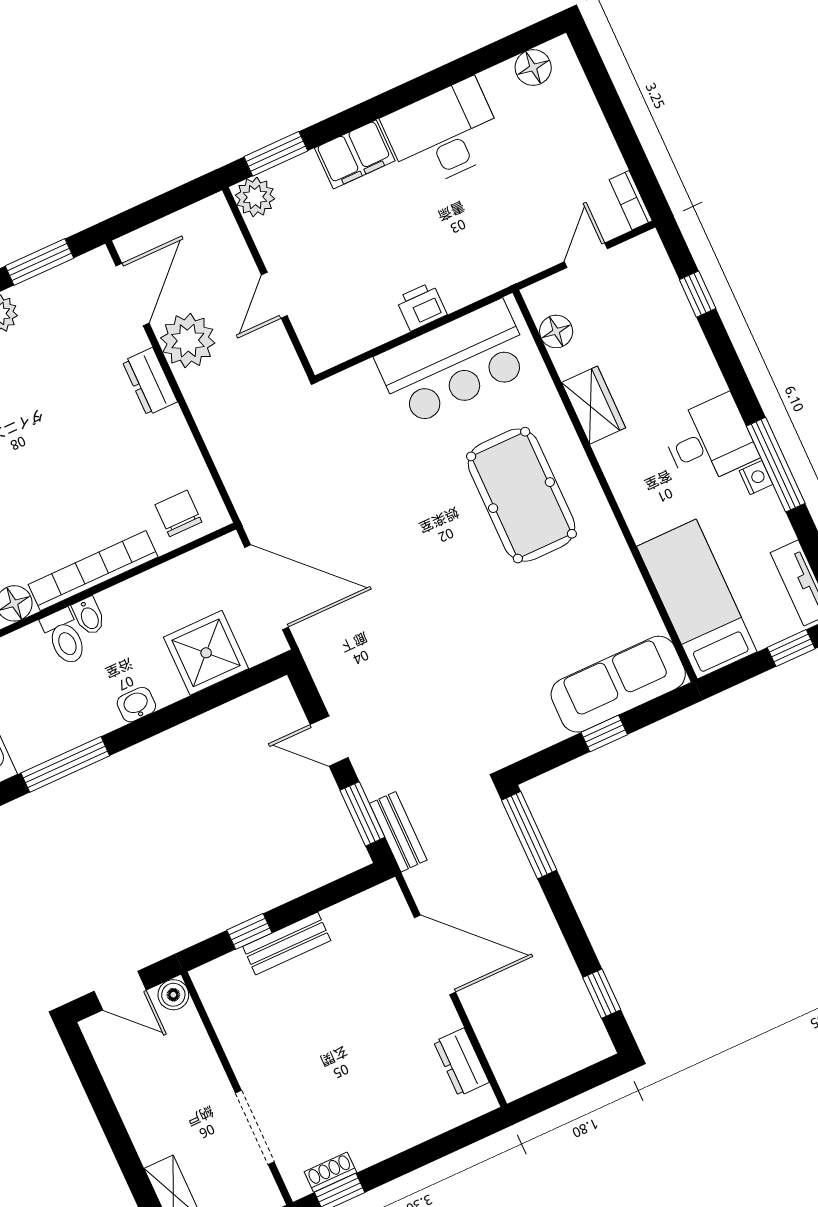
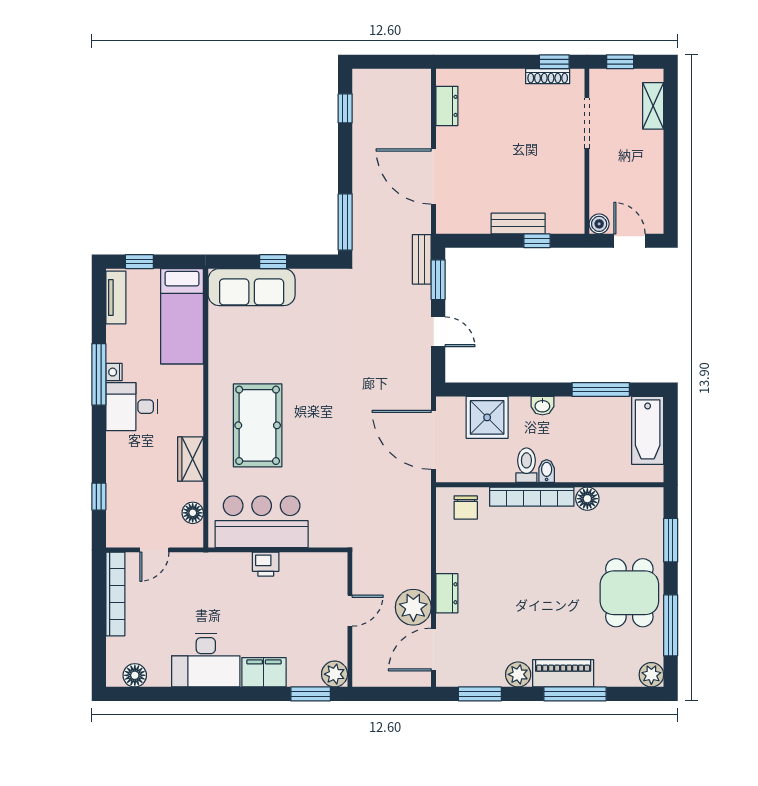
bookcase: (631, 200) -> (115, 594), width x2.31, depth x1.31
toilet: (64, 637) -> (526, 465), moved
shoe rack: (330, 1172) -> (548, 76), width x1.43

